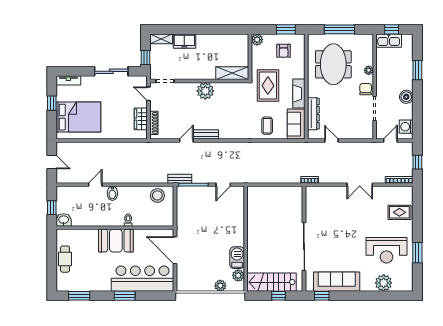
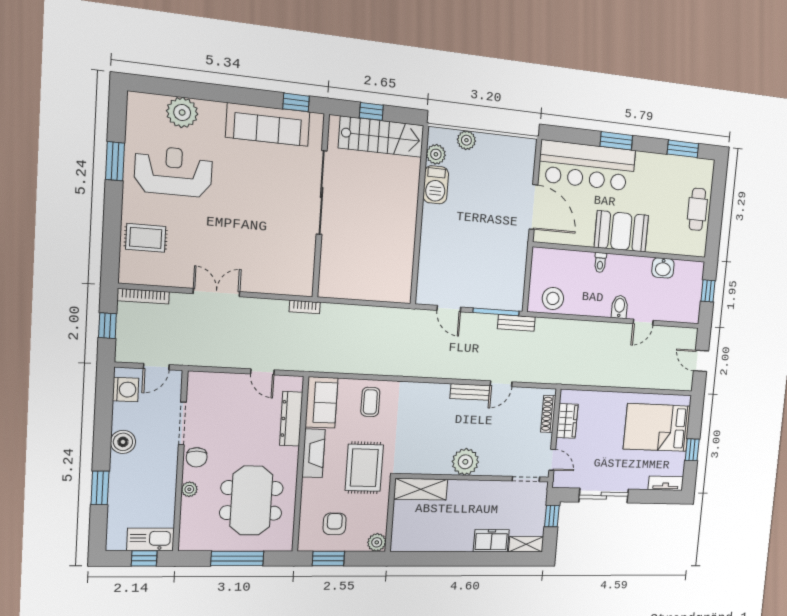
door: (223, 185) -> (449, 309), swing flipped
washbasin: (64, 220) -> (663, 268), moved

